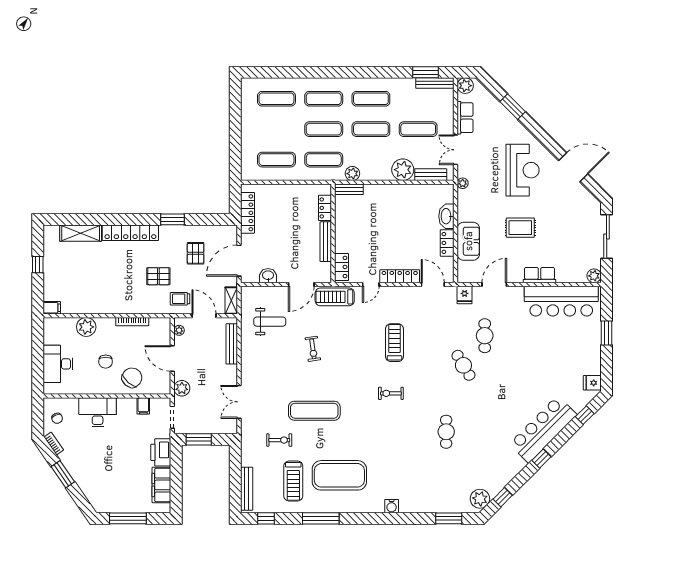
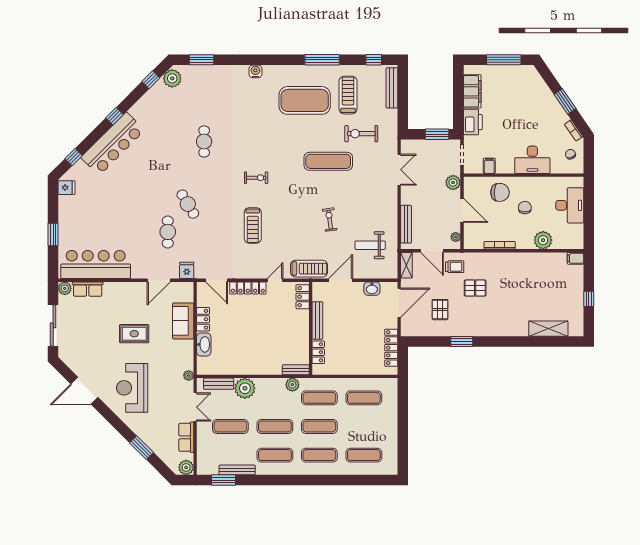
bench: (435, 83) -> (237, 470), moved
locker: (130, 233) -> (501, 329), removed
row of seats: (539, 275) -> (88, 289), moved
chair: (132, 378) -> (500, 192), turned -129
exercise bike: (279, 440) -> (361, 134), width x1.38, depth x1.39

